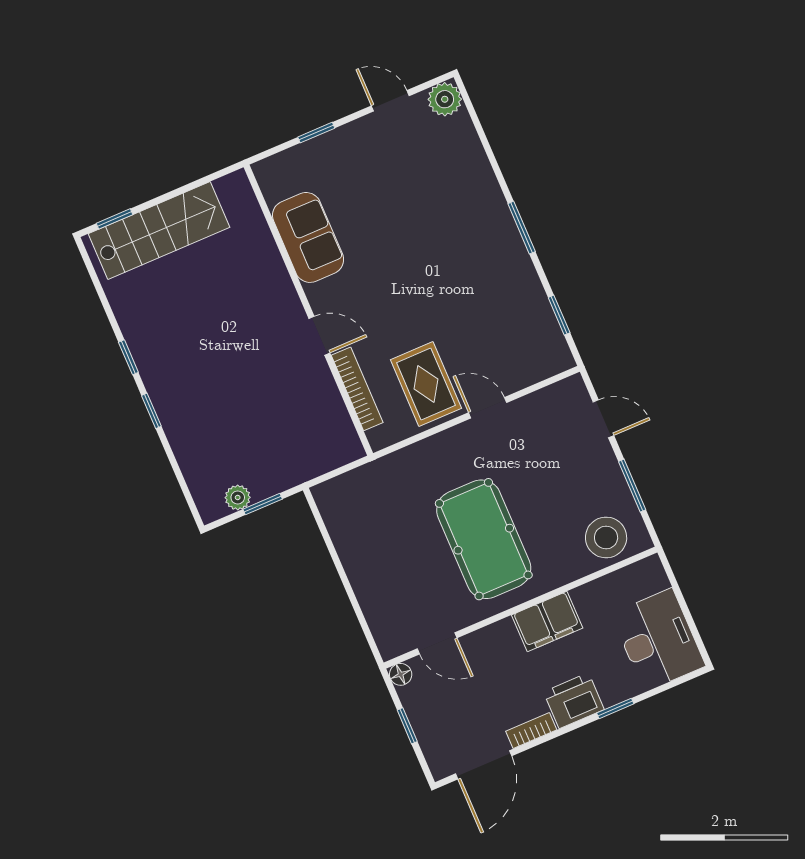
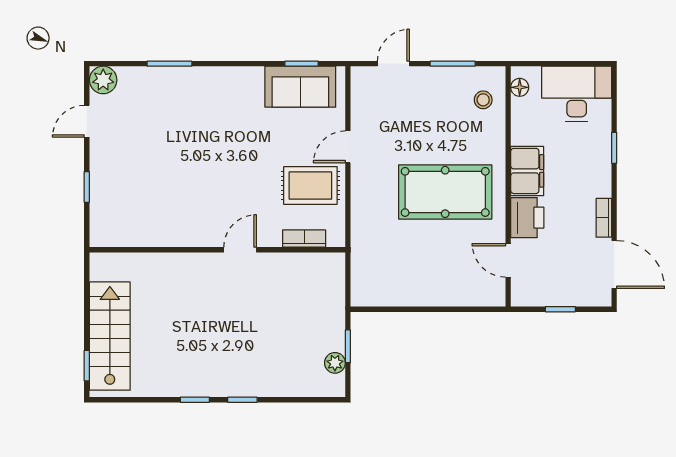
window: (522, 228) -> (169, 64), moved
sofa: (308, 237) -> (300, 87), moved, turned 180
bookcase: (357, 389) -> (304, 239), width x0.64
stool: (606, 537) -> (483, 100), width x0.53, depth x0.53
door: (437, 643) -> (508, 260), swing flipped
floor lamp: (401, 674) -> (520, 87), moved
printer: (574, 701) -> (527, 218), moved, turned 180

